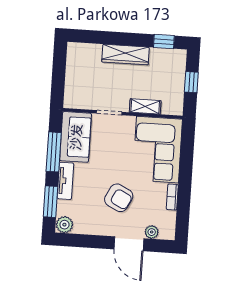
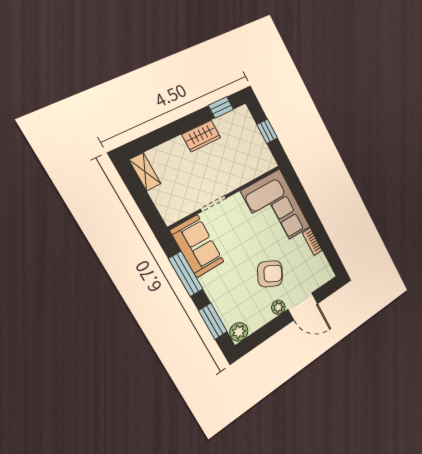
wardrobe: (126, 55) -> (201, 136), width x0.67
shelving: (145, 106) -> (145, 172), moved, turned 90
tv unit: (65, 181) -> (214, 293), removed
plant: (152, 232) -> (278, 307), moved

